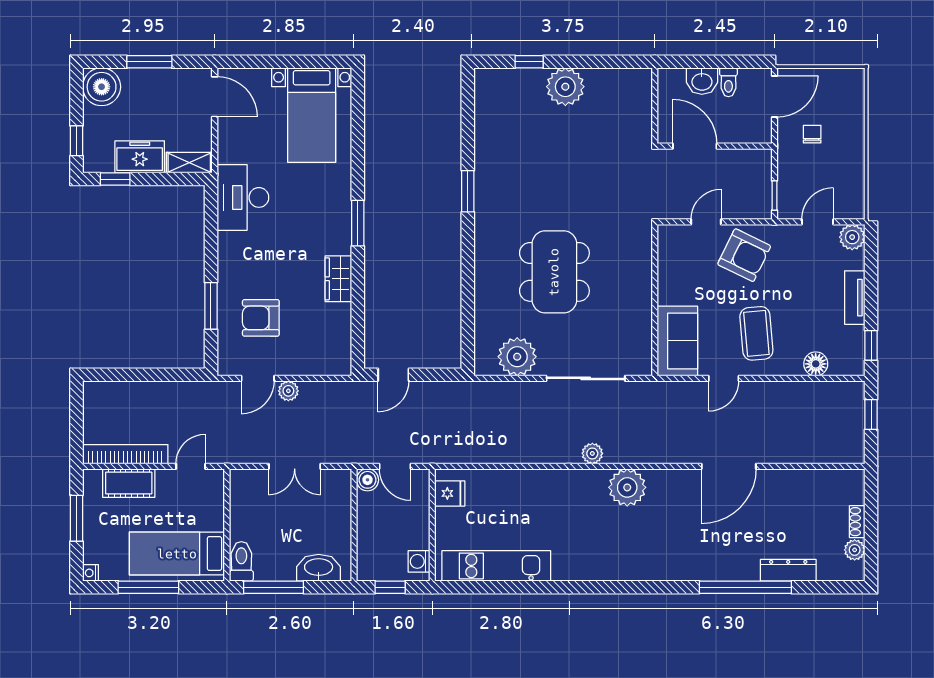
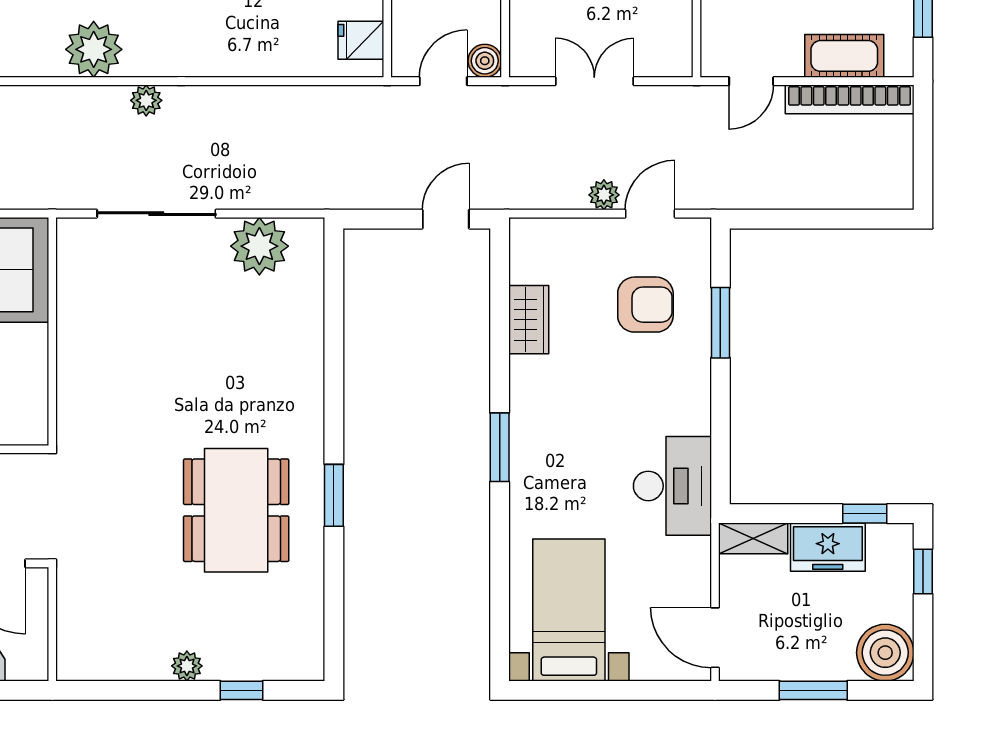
plant: (565, 87) -> (187, 666), width x0.53, depth x0.53
dining table: (554, 272) -> (236, 510), moved
wardrobe: (338, 279) -> (529, 320), moved
door: (395, 466) -> (443, 81), hinge flipped

